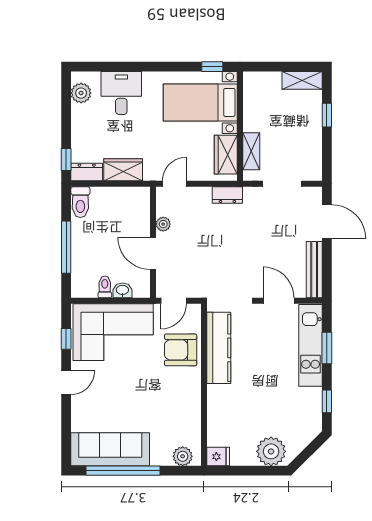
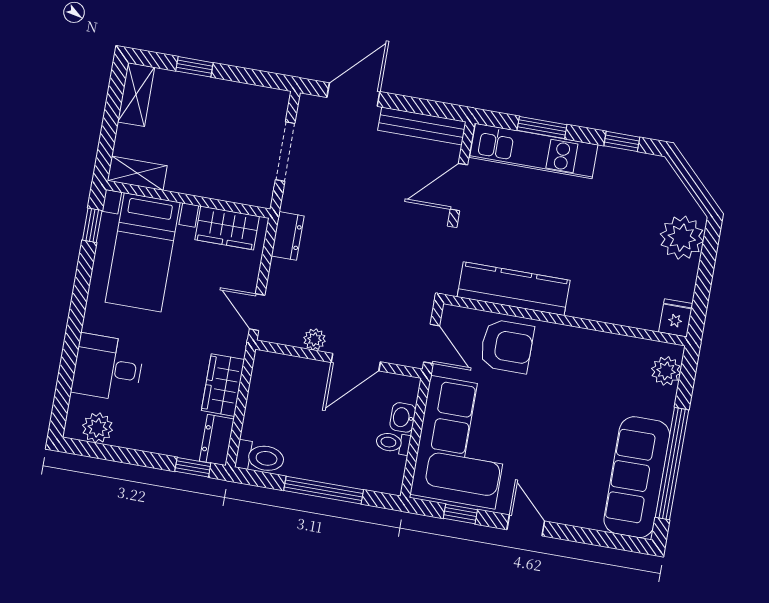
shelving: (251, 151) -> (137, 173), moved
armchair: (181, 350) -> (507, 346), turned -90

